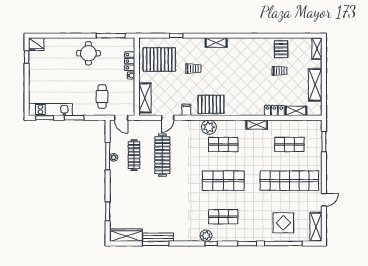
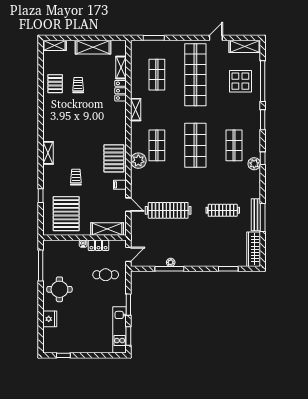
fridge: (36, 44) -> (50, 319), moved
pallet: (281, 49) -> (55, 84), turned 90
locker: (130, 61) -> (98, 245), moved
clothes rail: (134, 155) -> (223, 210), moved
door: (324, 200) -> (216, 38), hinge flipped

